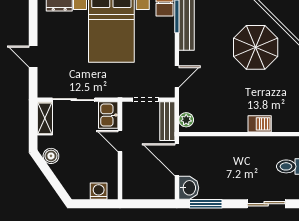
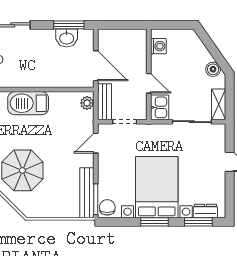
barbecue: (260, 124) -> (28, 103), width x1.88, depth x1.53
washbasin: (189, 188) -> (67, 38), moved, turned -90
washing machine: (99, 191) -> (158, 46), moved, turned -90

